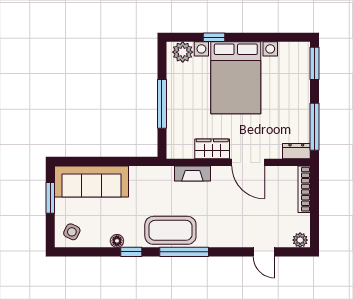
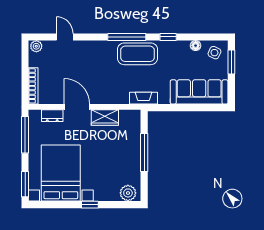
window: (214, 37) -> (90, 205), moved
bed with nightstands: (236, 78) -> (61, 173), moved
dresser: (296, 151) -> (52, 116), moved
fireplace: (192, 173) -> (144, 98), moved
window: (50, 198) -> (231, 62), moved
floor lamp: (117, 241) -> (196, 46), moved

